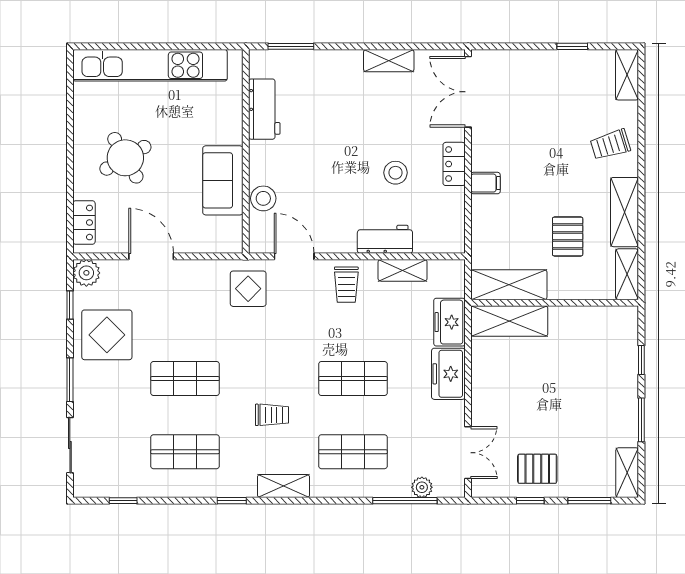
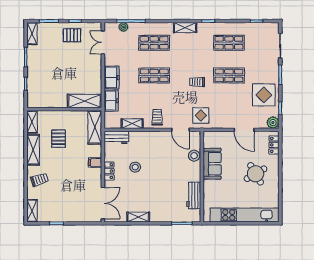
workbench: (385, 239) -> (116, 137), moved
shelving: (509, 285) -> (95, 127), moved, turned 90
trolley: (272, 415) -> (197, 82), moved

